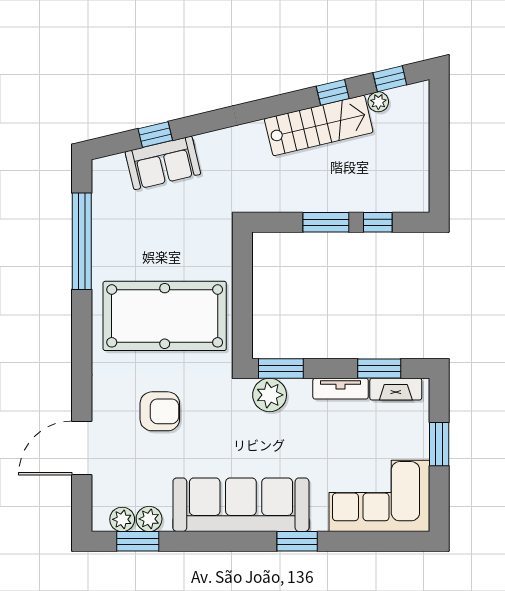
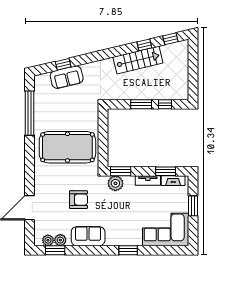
plant: (378, 102) -> (165, 49), removed
armchair: (160, 411) -> (78, 200), moved
sofa: (241, 505) -> (88, 236), width x0.54, depth x0.79

